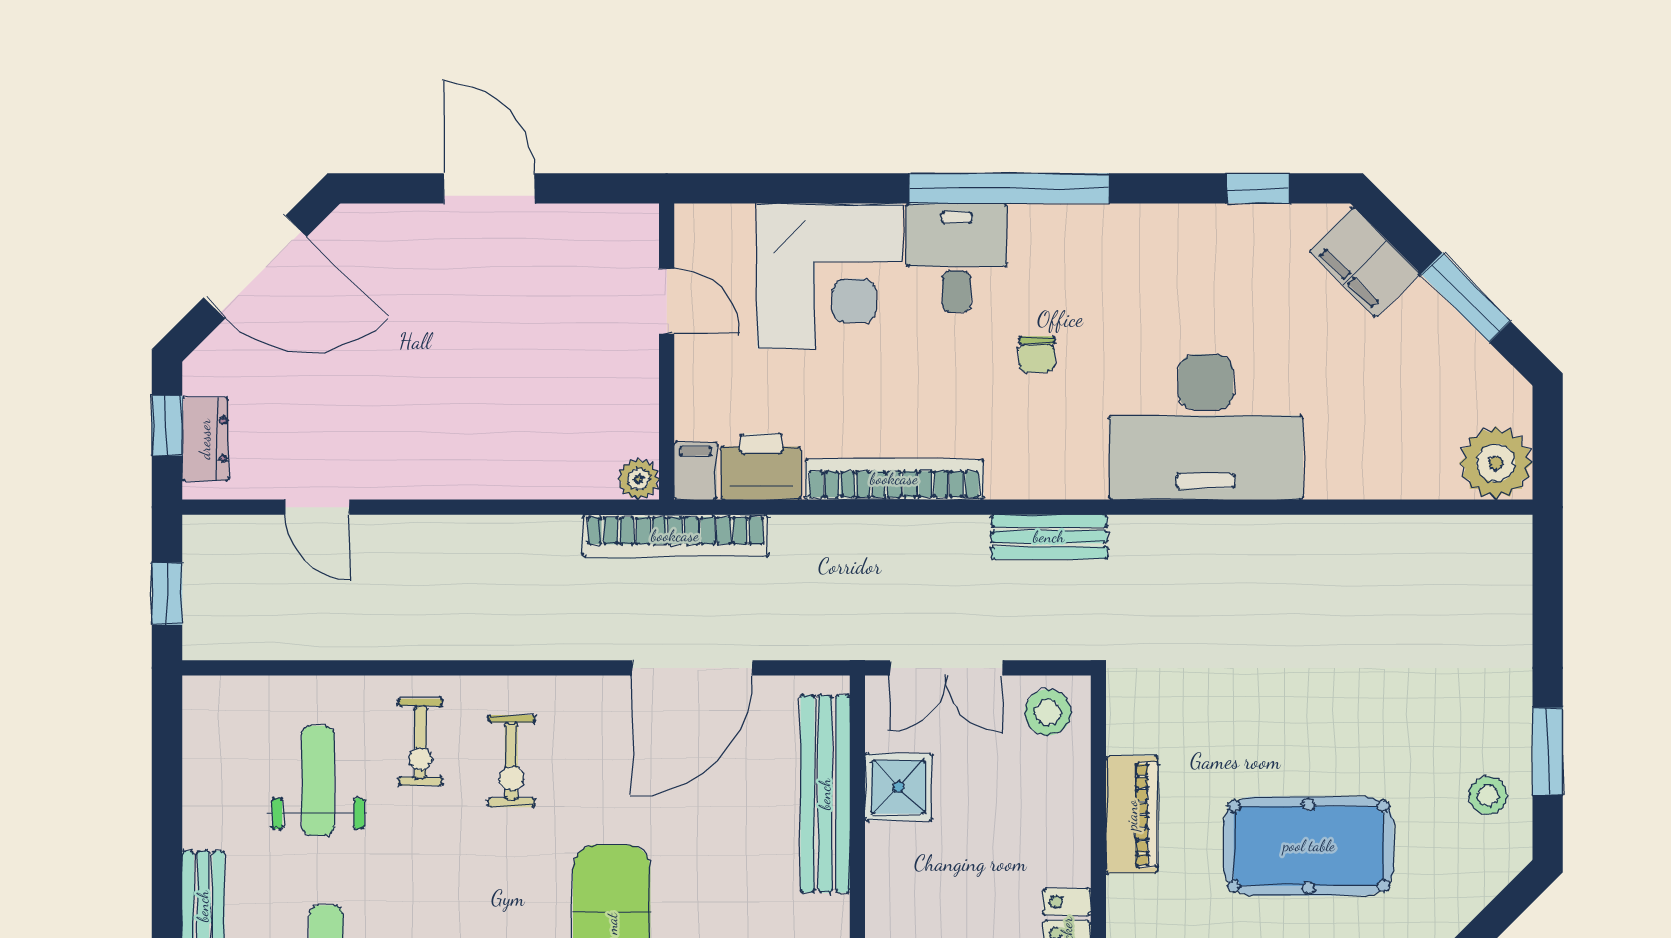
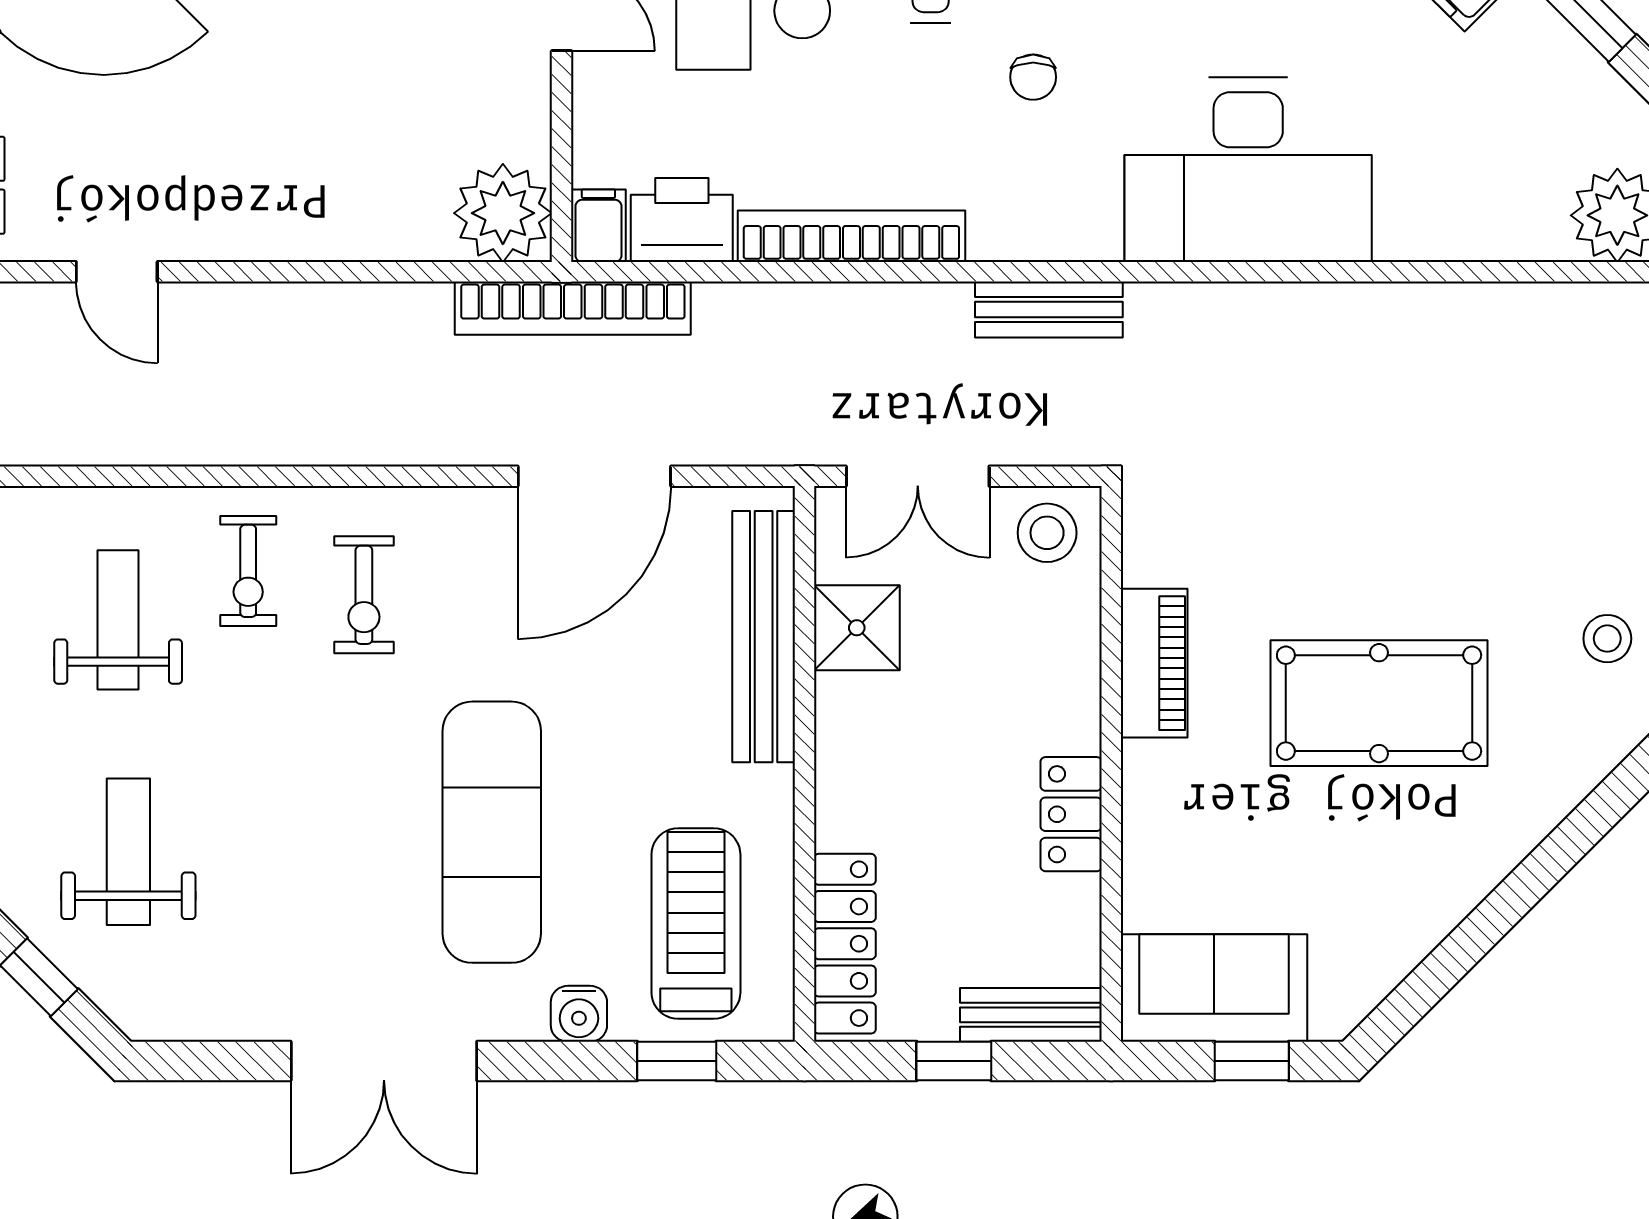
plant: (638, 479) -> (503, 213), width x1.88, depth x1.88

